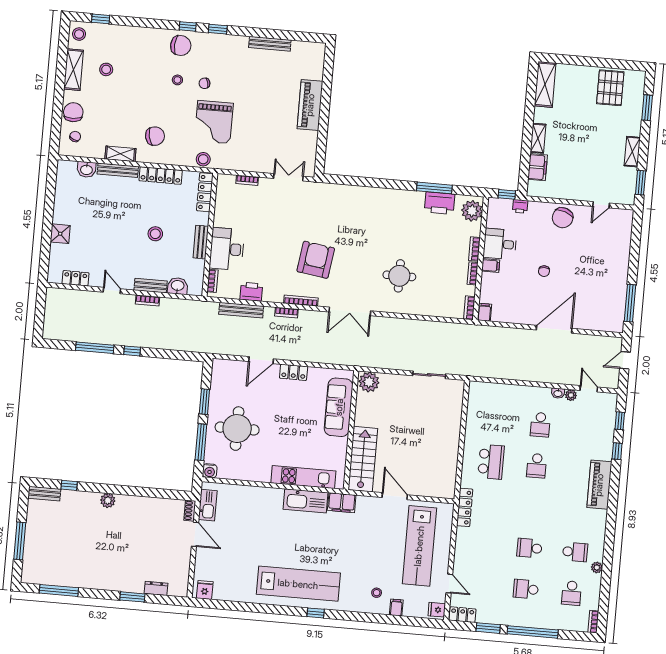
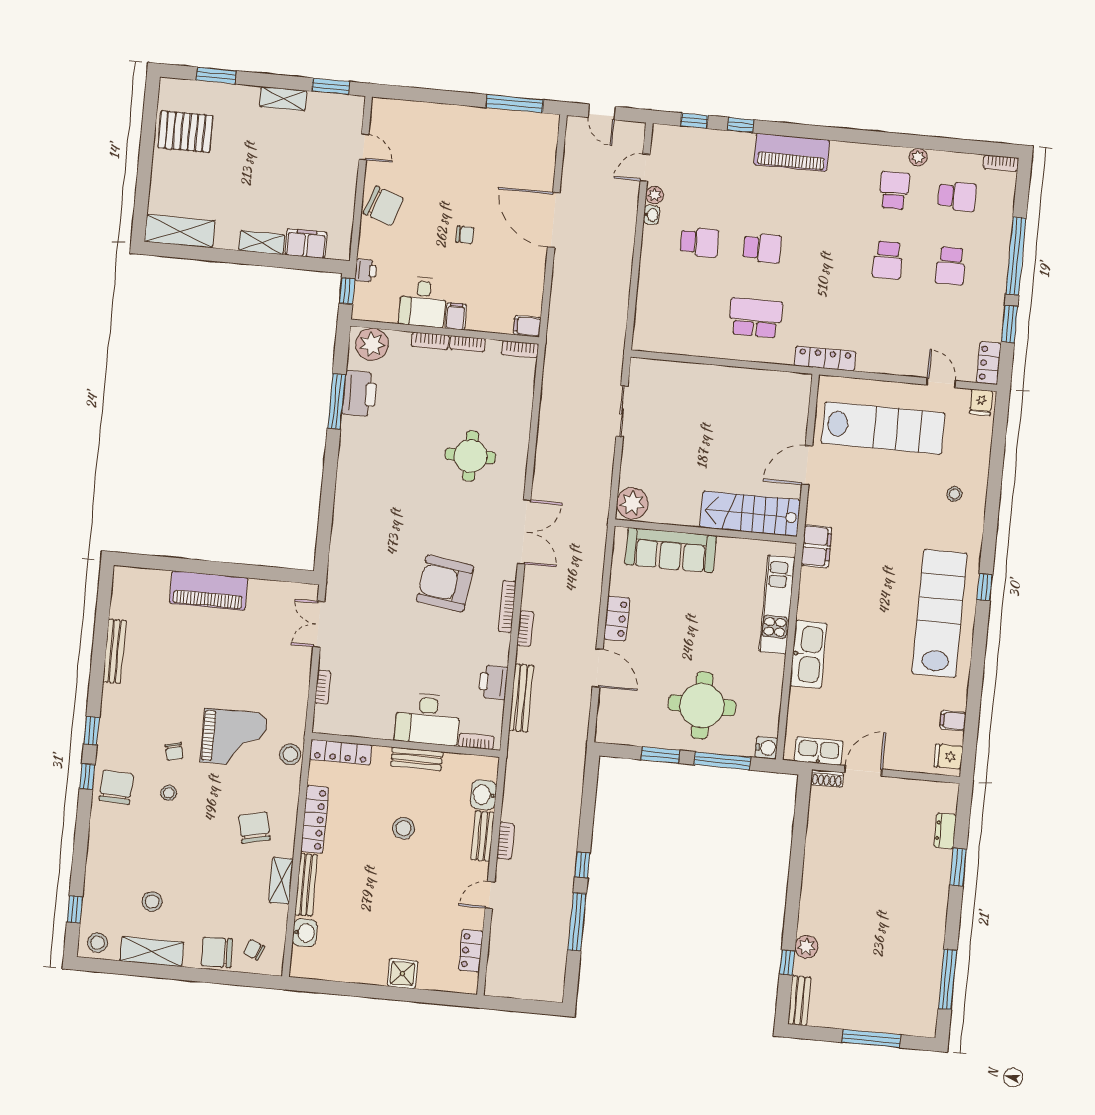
plant: (108, 500) -> (806, 947), moved
kitchen sink: (306, 501) -> (808, 654), moved
door: (449, 584) -> (941, 383), hinge flipped
filing cabinet: (396, 608) -> (953, 721), moved

